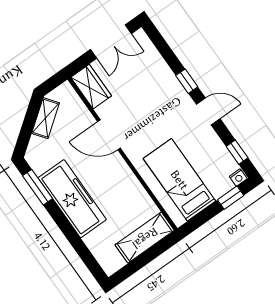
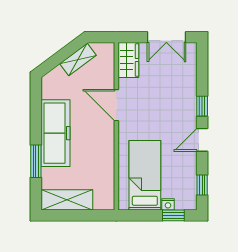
door: (208, 111) -> (202, 140), swing flipped
nightstand: (238, 178) -> (168, 204), moved
window: (38, 187) -> (36, 161), moved
shelving: (145, 238) -> (67, 200), moved

